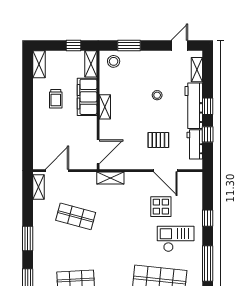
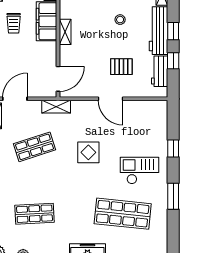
door: (165, 171) -> (110, 99), moved
shelving: (110, 178) -> (56, 107), moved
display table: (161, 207) -> (88, 152), moved
shop shelf: (76, 216) -> (35, 147), turned -33
window: (208, 263) -> (173, 196), width x0.69

